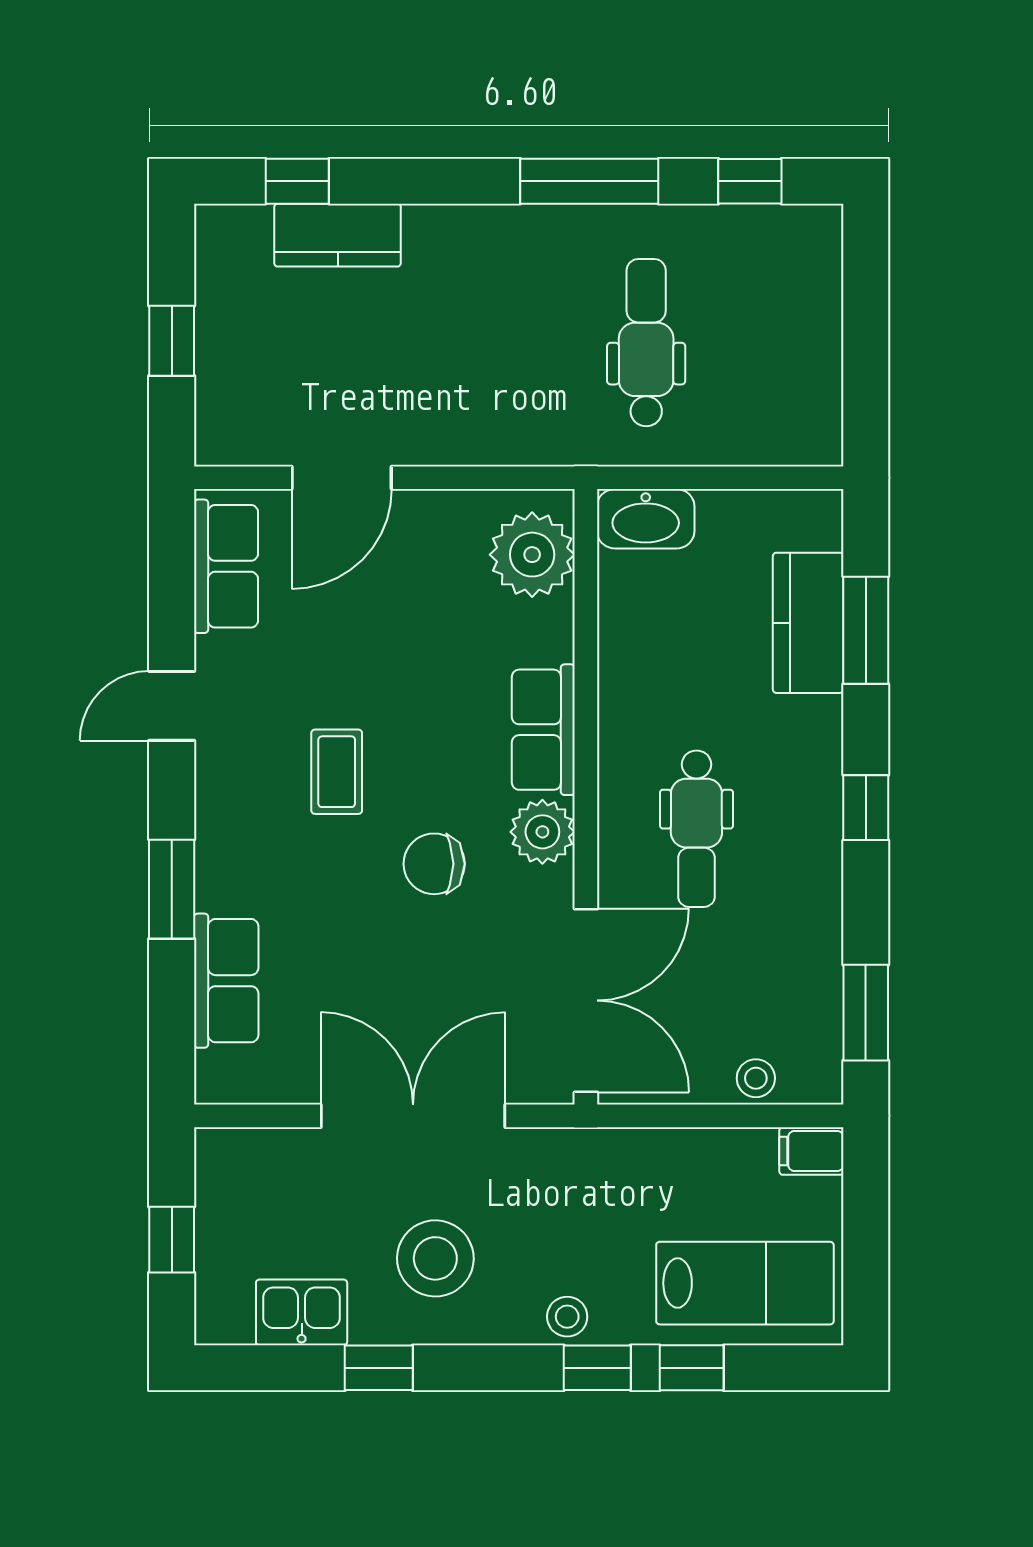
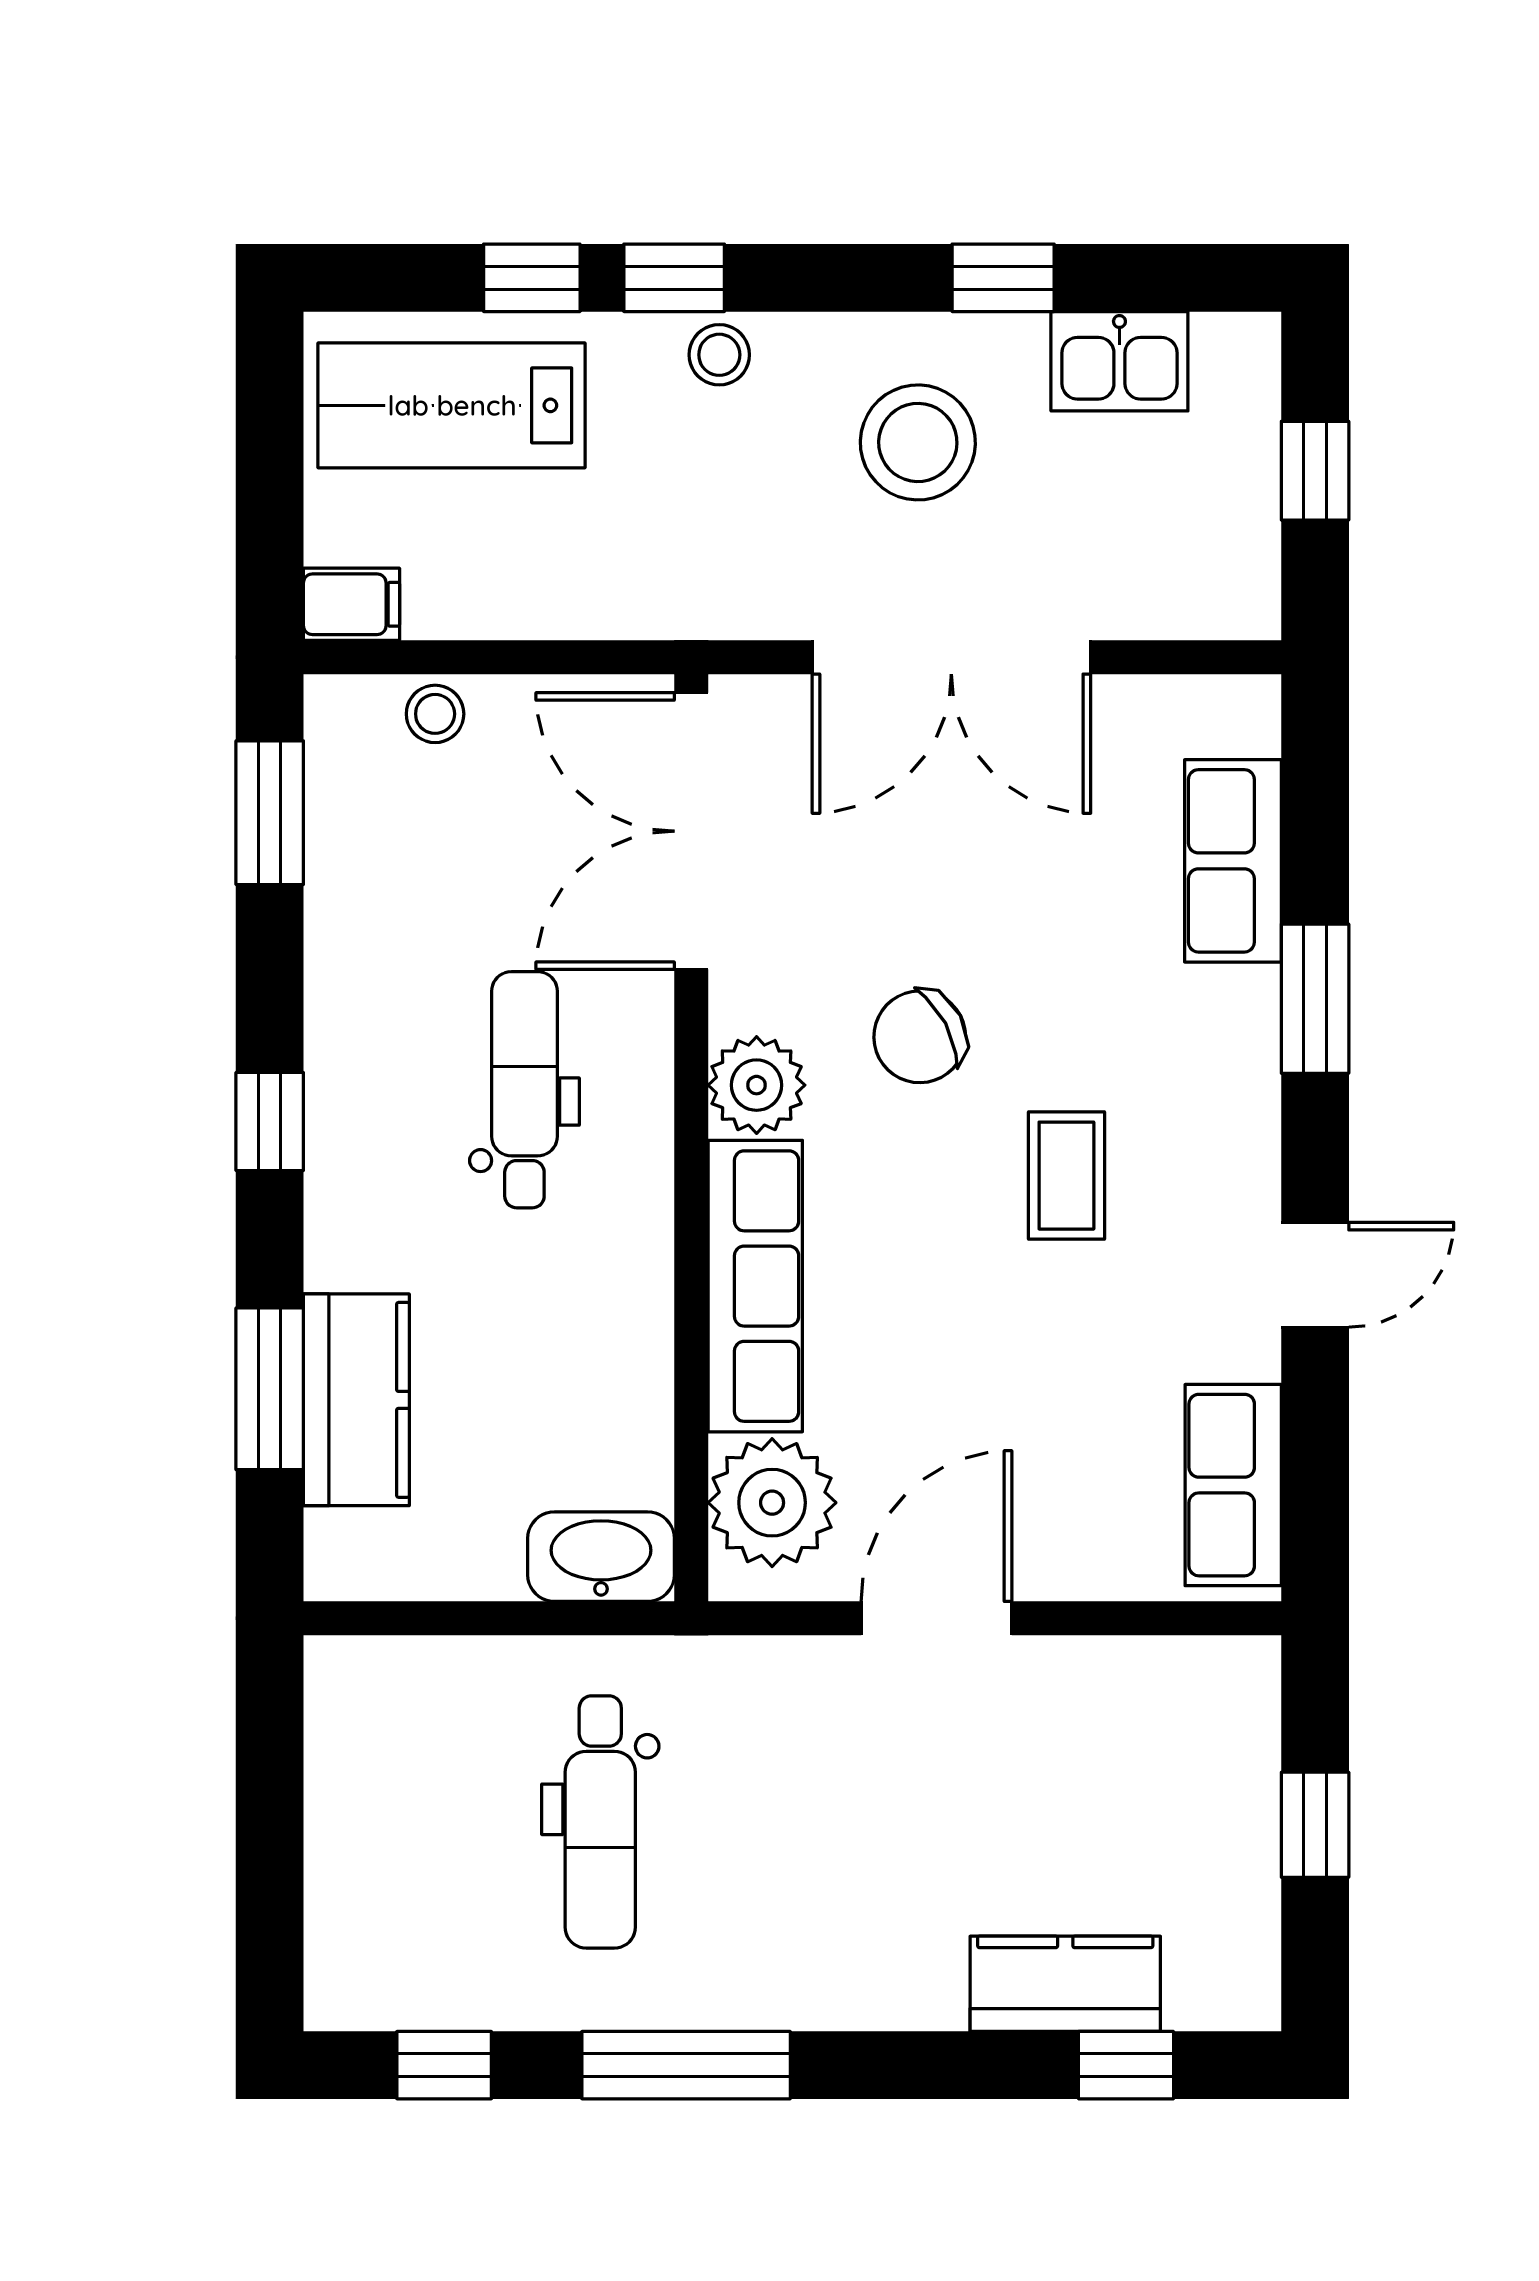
door: (342, 478) -> (936, 1618), moved
row of seats: (543, 730) -> (755, 1286), width x1.48
chair: (434, 864) -> (920, 1037), turned 152

